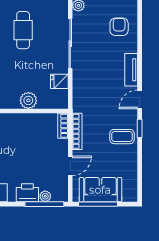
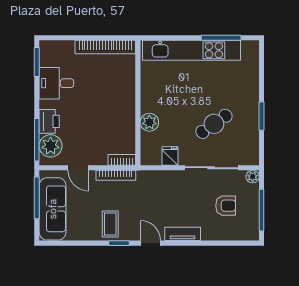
armchair: (119, 27) -> (226, 206), moved
cafe table: (23, 30) -> (214, 124), moved, turned -35
sofa: (100, 190) -> (53, 209), width x1.36
plant: (45, 196) -> (51, 146), width x1.88, depth x1.88

